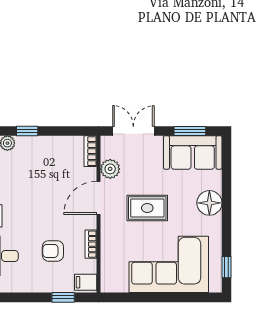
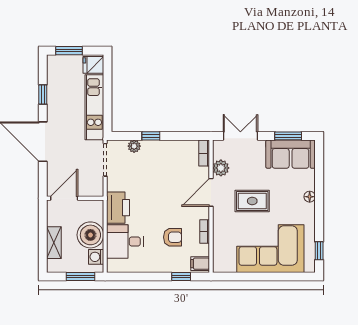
floor lamp: (209, 203) -> (310, 197), width x0.53, depth x0.53
armchair: (53, 251) -> (173, 237), turned 180

